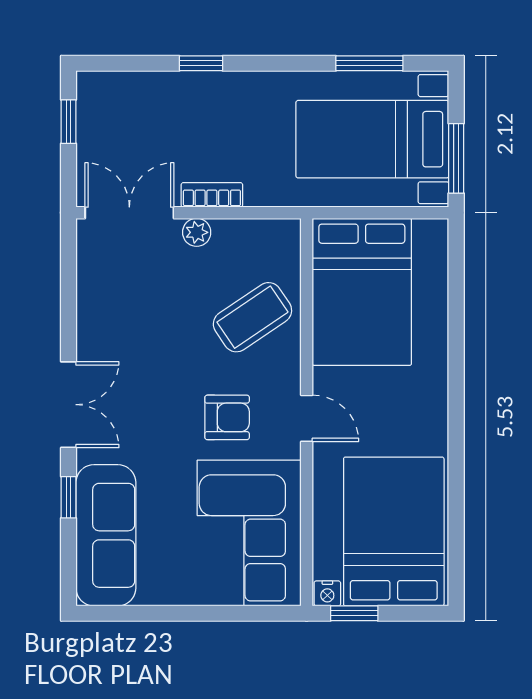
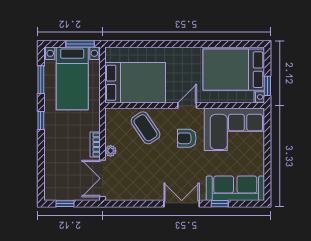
window: (201, 63) -> (41, 120), moved
armchair: (227, 417) -> (187, 138), turned -90

